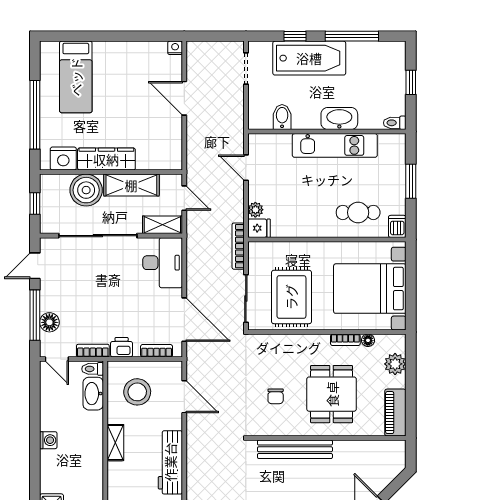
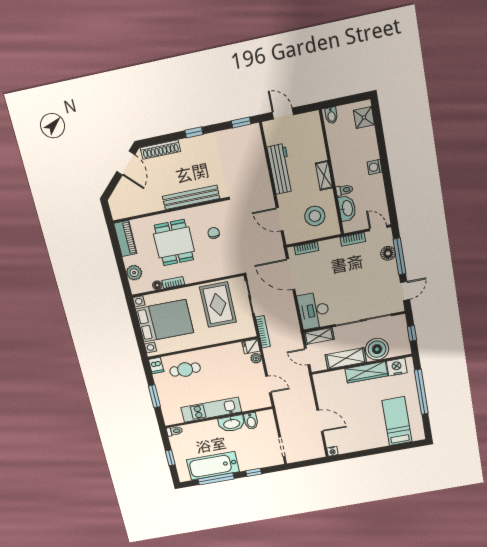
bathtub: (309, 58) -> (213, 466), moved
washbasin: (339, 119) -> (232, 424), moved
printer: (122, 347) -> (332, 246), removed
toilet: (93, 369) -> (344, 190), moved

